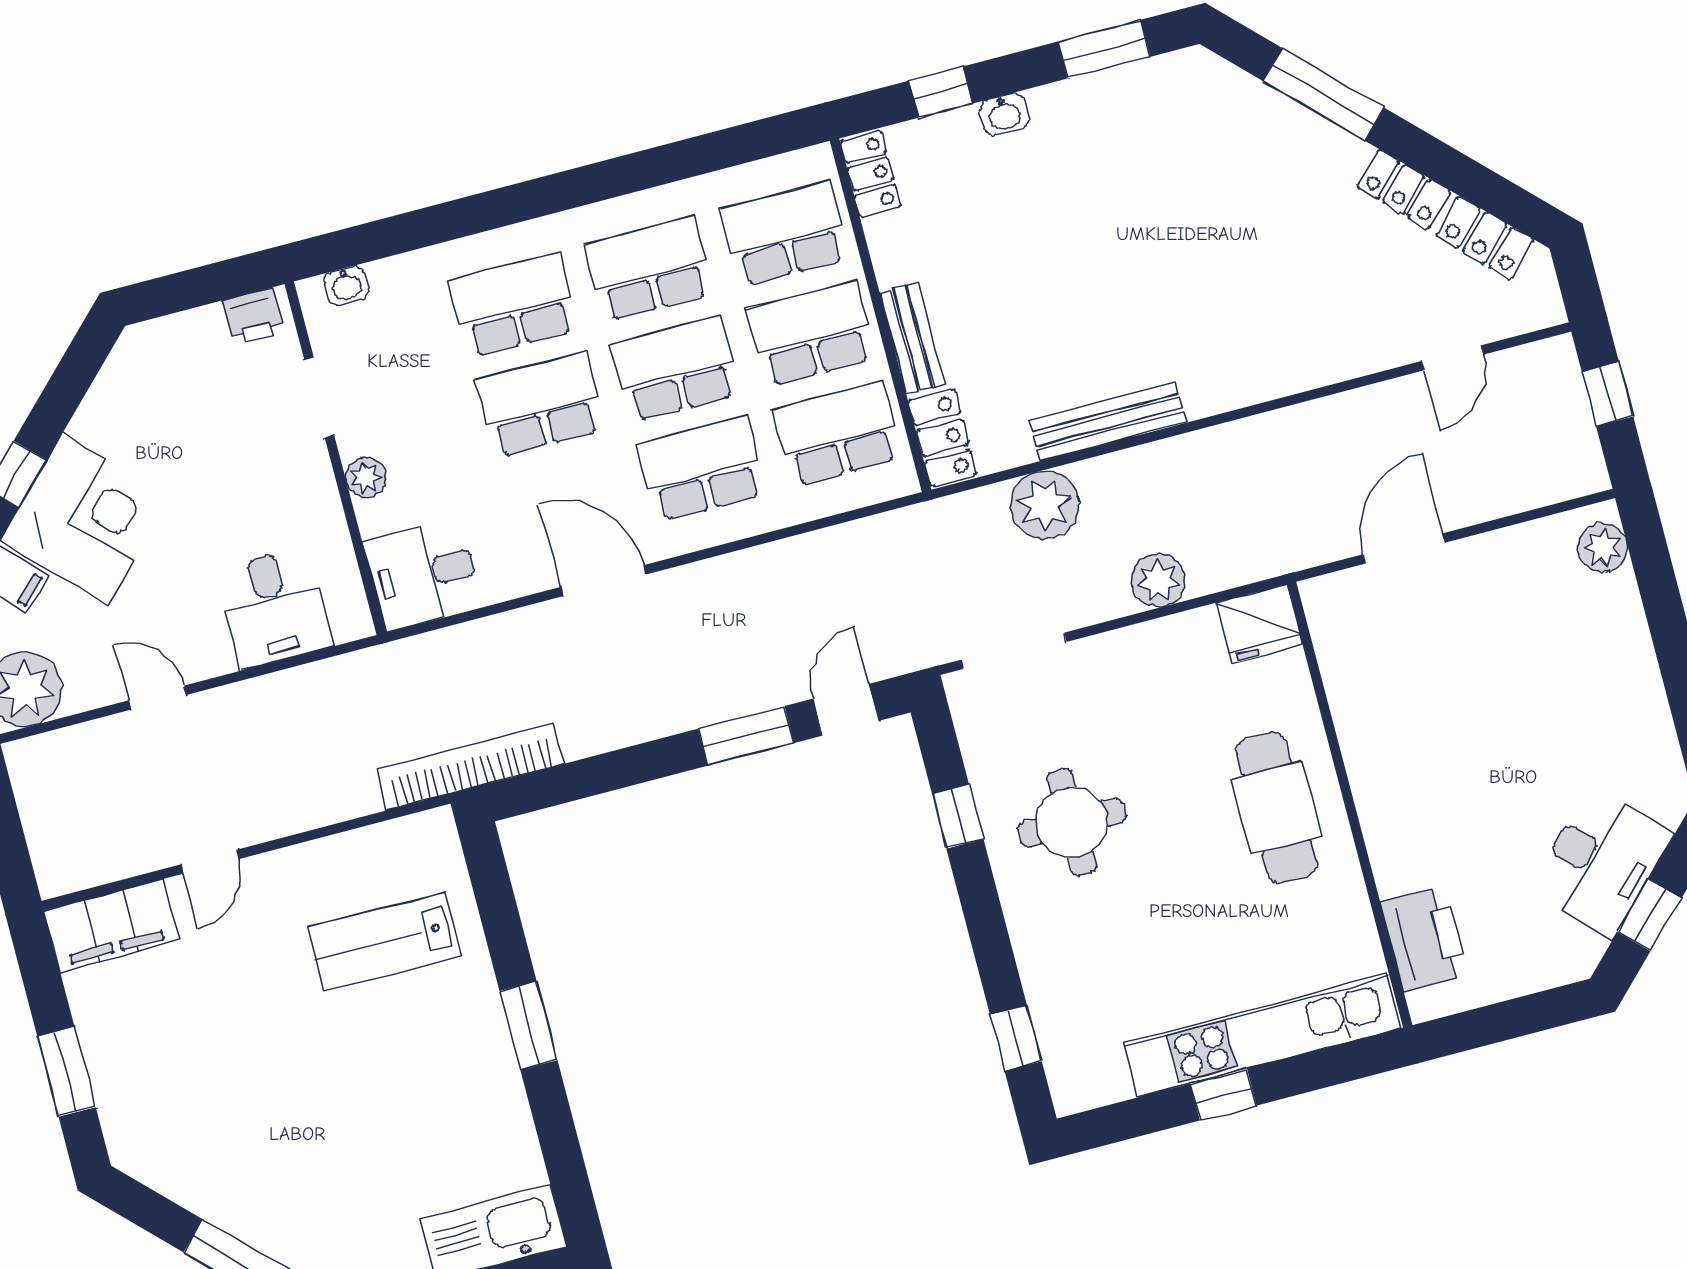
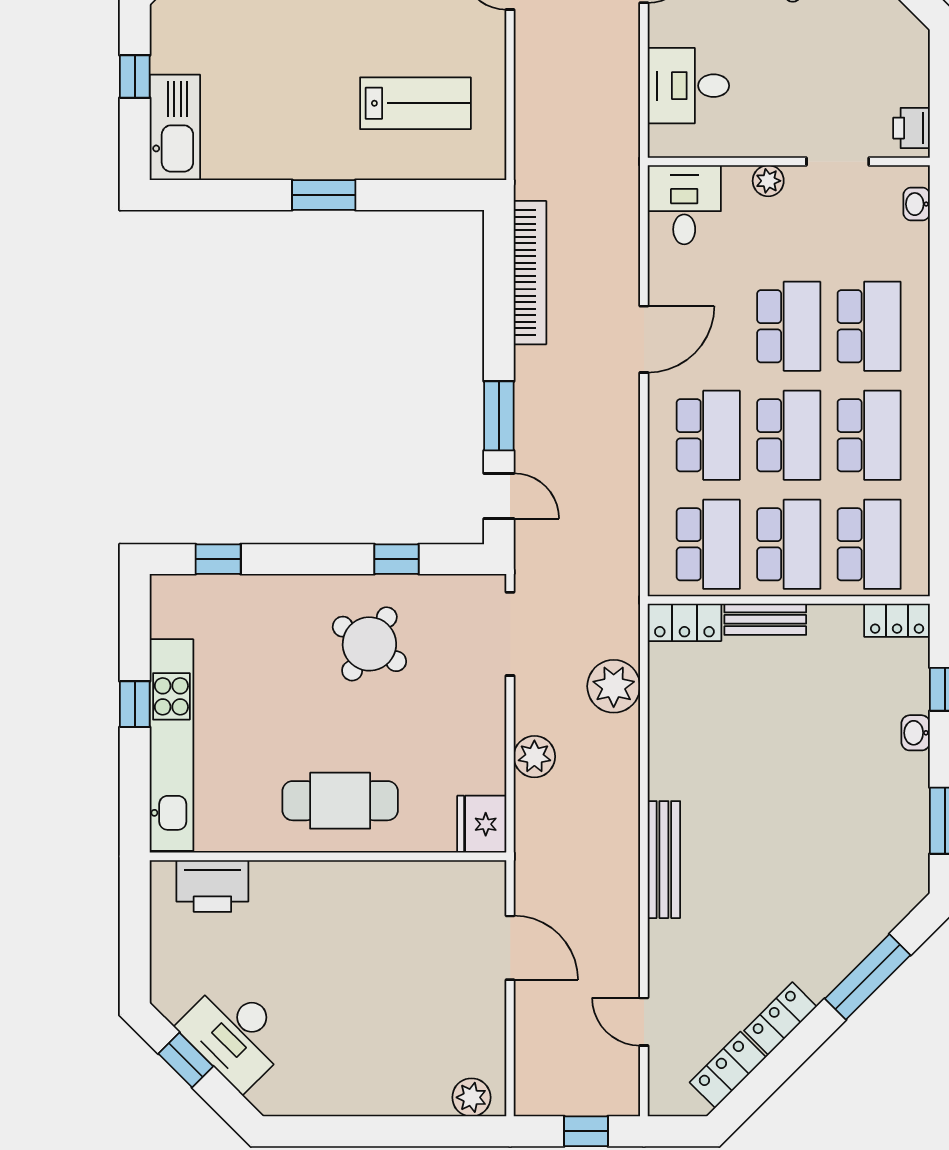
bench: (1108, 422) -> (664, 860), moved
bookcase: (470, 767) -> (530, 273), moved
round table: (1072, 822) -> (369, 644), turned 33
lab bench: (385, 942) -> (415, 103), turned 90

